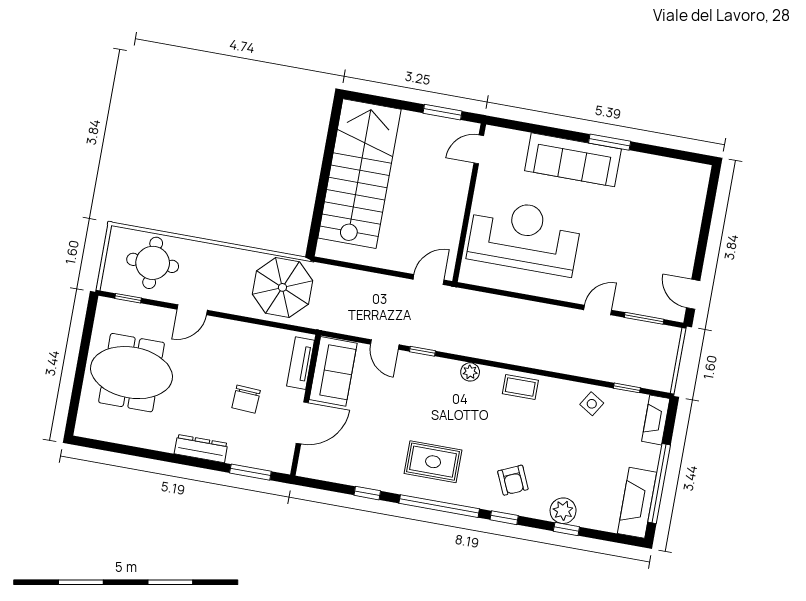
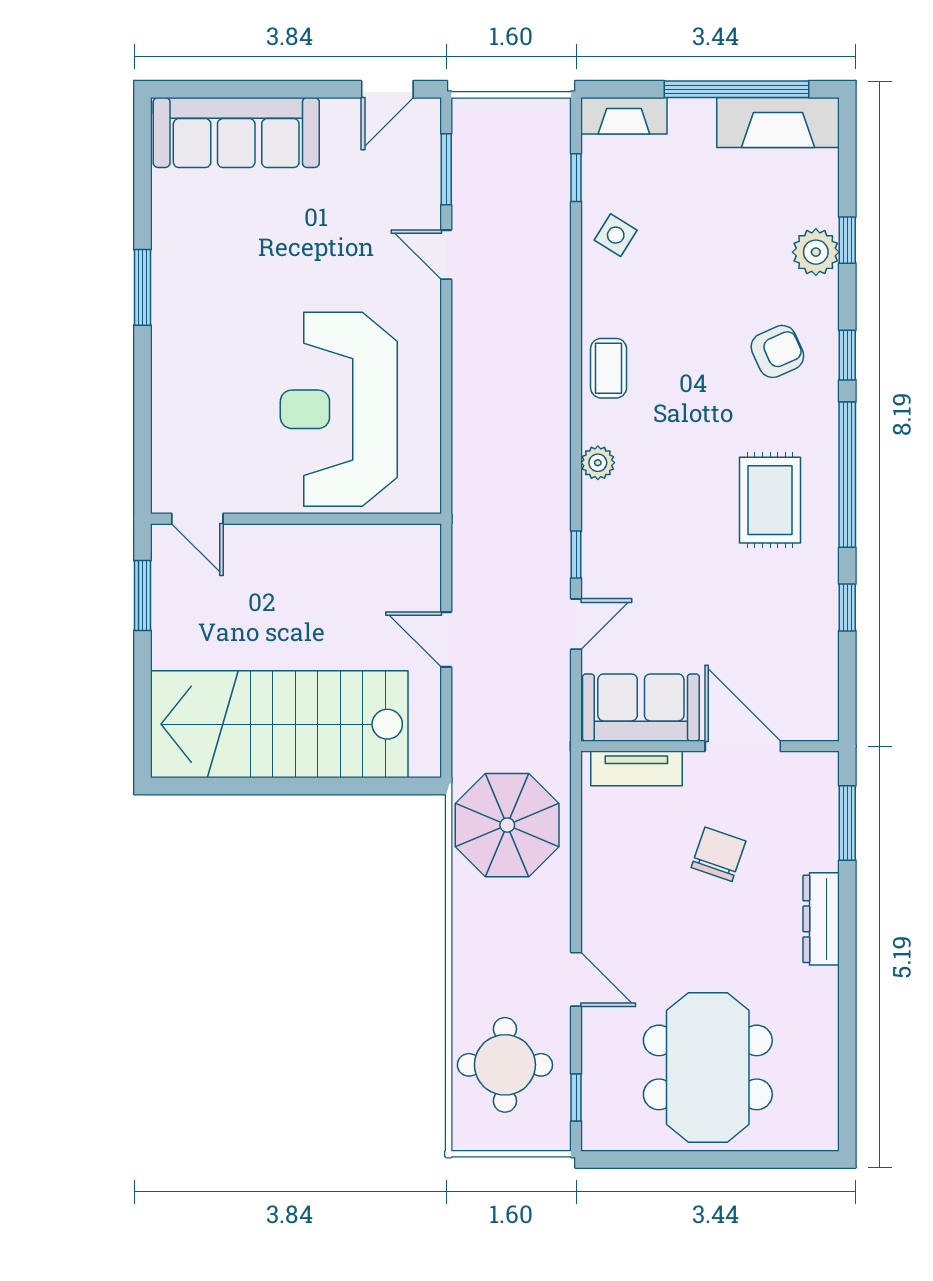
sofa: (573, 160) -> (236, 133), moved, turned 90
door: (429, 280) -> (446, 639), moved
chair: (246, 399) -> (718, 854), turned -74

